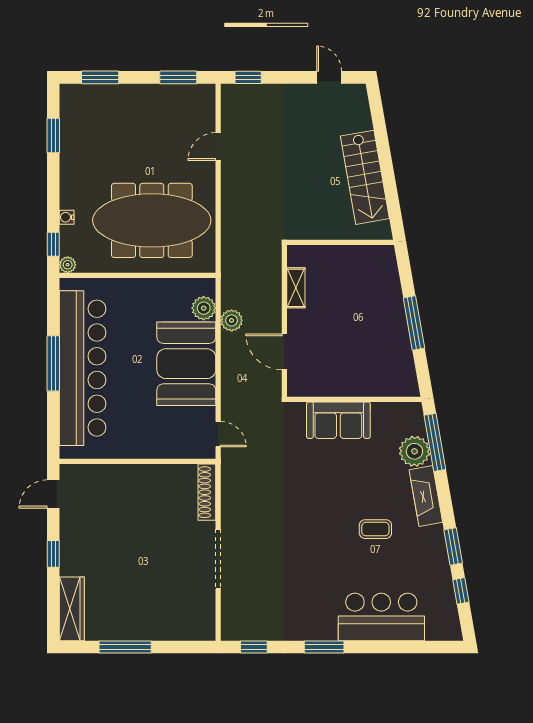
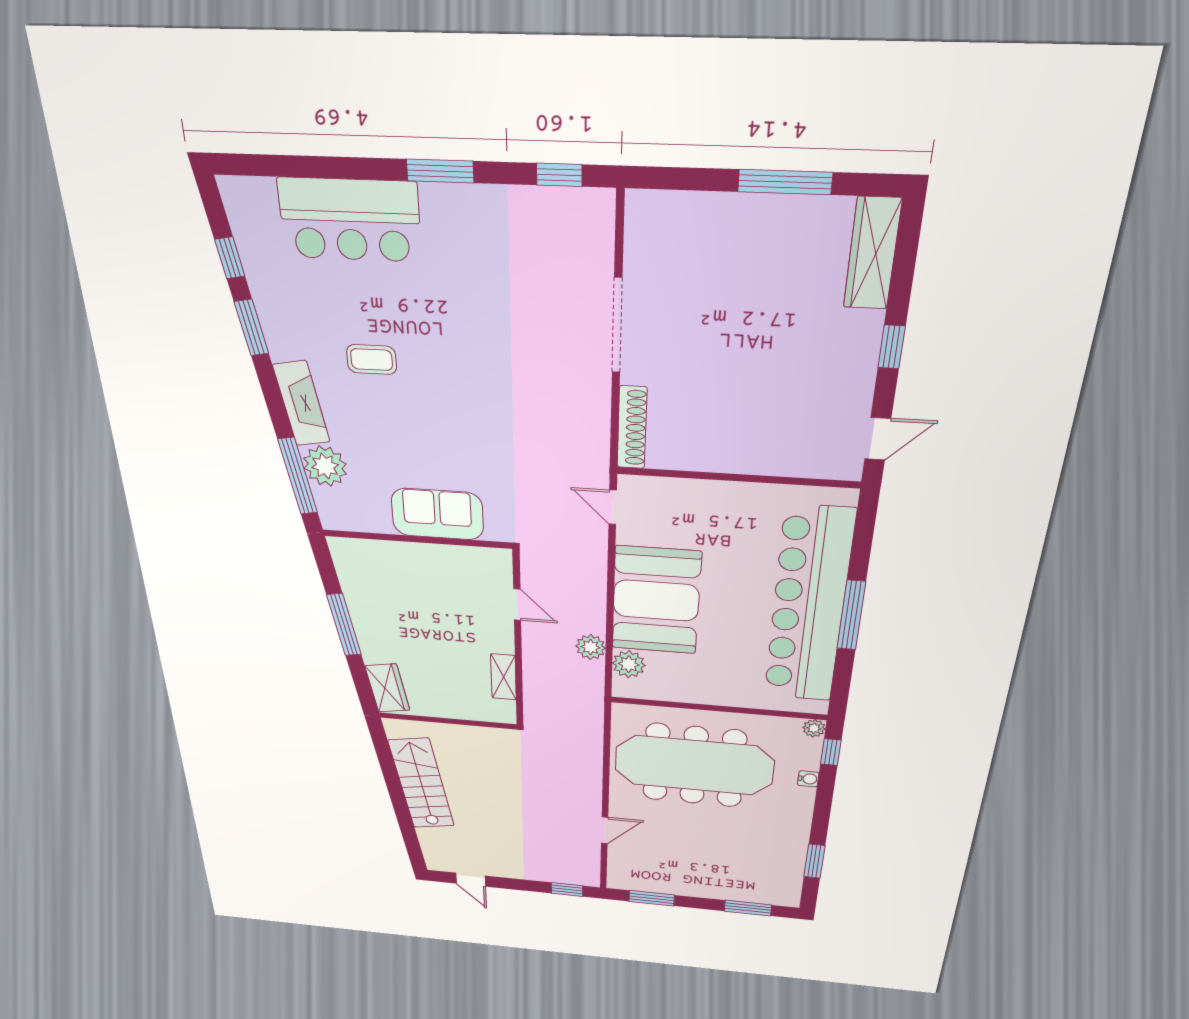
wardrobe: (385, 269) -> (387, 688), added
door: (284, 352) -> (517, 605), width x0.73

